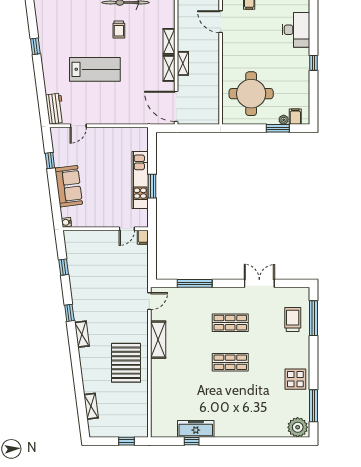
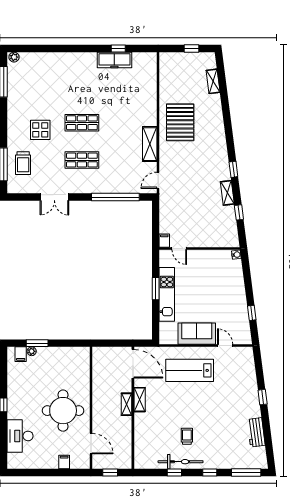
shelving: (169, 41) -> (140, 425), removed
window: (35, 46) -> (263, 397), moved
lab bench: (95, 69) -> (190, 370), moved
round table: (251, 94) -> (63, 411), moved
workbench: (55, 109) -> (256, 432), moved
door: (78, 126) -> (225, 346), hinge flipped
sofa: (69, 186) -> (197, 334), moved, turned 97
door: (127, 229) -> (179, 249), swing flipped
window: (195, 283) -> (115, 197), width x1.46
shelving: (82, 334) -> (227, 193), moved
display table: (295, 379) -> (40, 130), moved
plant: (298, 427) -> (14, 57), width x0.53, depth x0.53
window: (127, 441) -> (192, 48), moved

